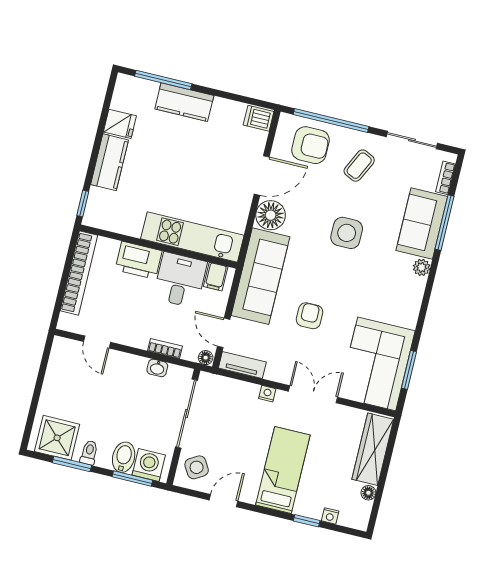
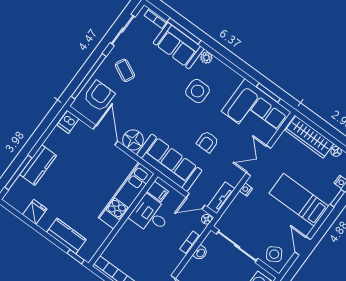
kitchen counter: (110, 162) -> (66, 236), moved
side table: (347, 233) -> (197, 91), moved
printer: (139, 260) -> (127, 236), removed
armchair: (310, 316) -> (208, 142), turned -90

